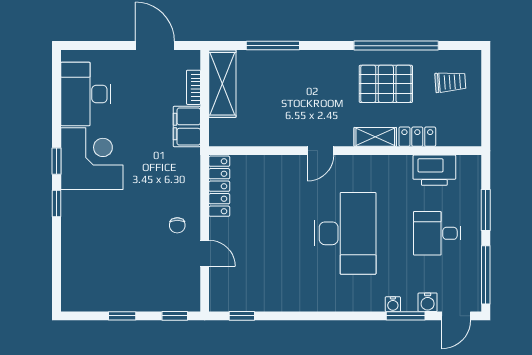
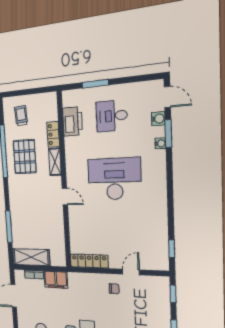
desk: (437, 233) -> (112, 116), turned 90
window: (486, 275) -> (138, 79), removed

